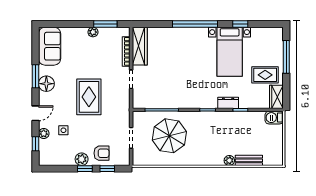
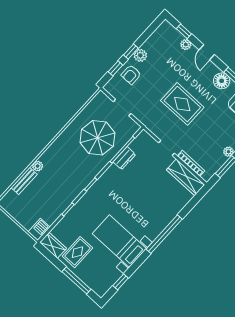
window: (240, 24) -> (121, 282), moved
dresser: (228, 103) -> (124, 158), moved
side table: (63, 130) -> (175, 62), removed

